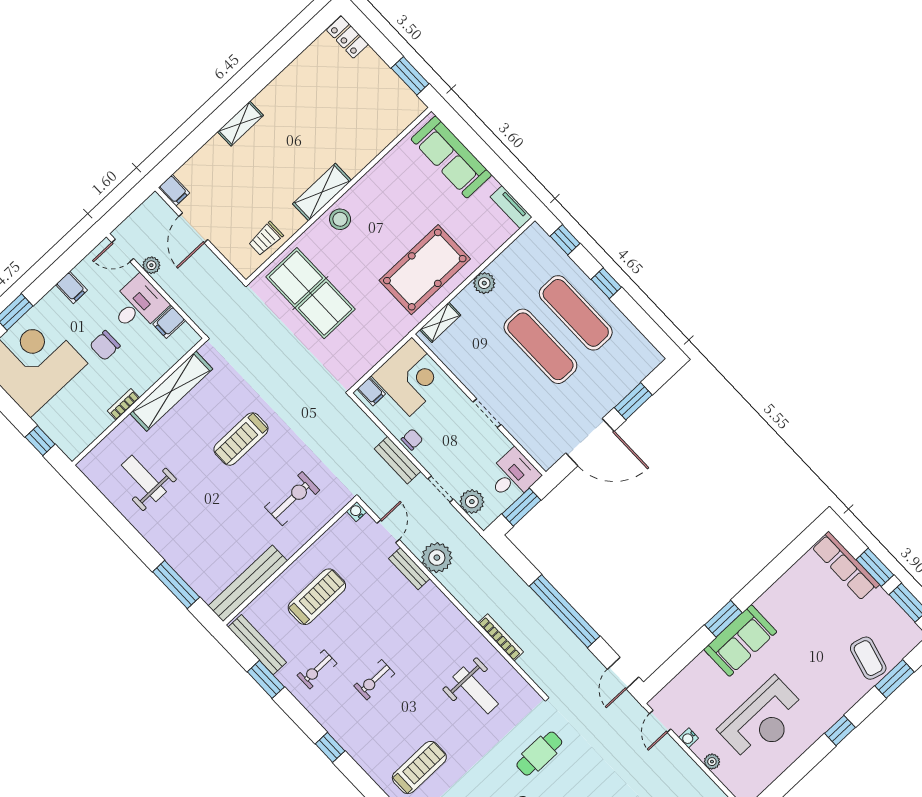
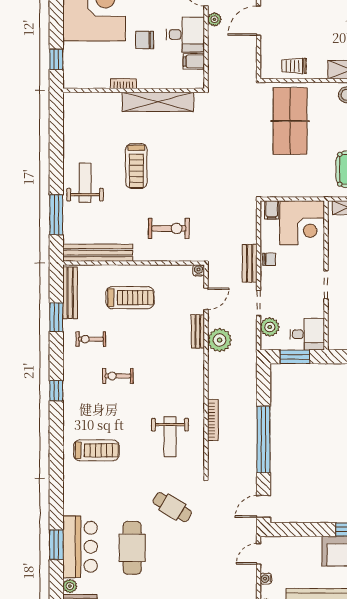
treadmill: (241, 439) -> (136, 166), moved, turned -90
weight bench: (144, 478) -> (85, 183), moved
cafe table: (539, 754) -> (172, 507), turned 31

